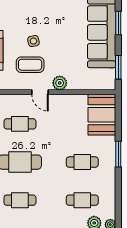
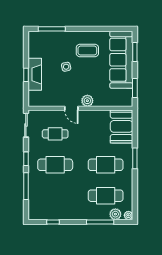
coffee table: (30, 65) -> (87, 51), moved
cafe table: (82, 162) -> (106, 165), width x1.37, depth x1.35
cafe table: (20, 200) -> (55, 196), removed
cafe table: (82, 200) -> (106, 196), width x1.37, depth x1.35

